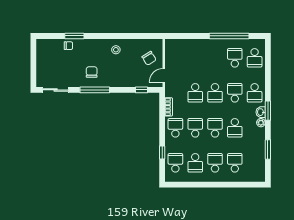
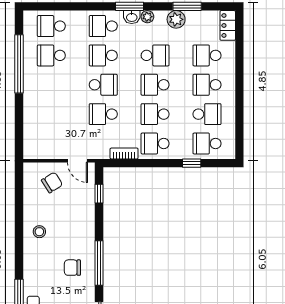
school desk: (255, 58) -> (51, 26), turned 180
school desk: (195, 93) -> (103, 114), turned 180
school desk: (255, 93) -> (103, 26), turned 180
plant: (259, 142) -> (176, 19), added
locker: (255, 177) -> (228, 25), added

